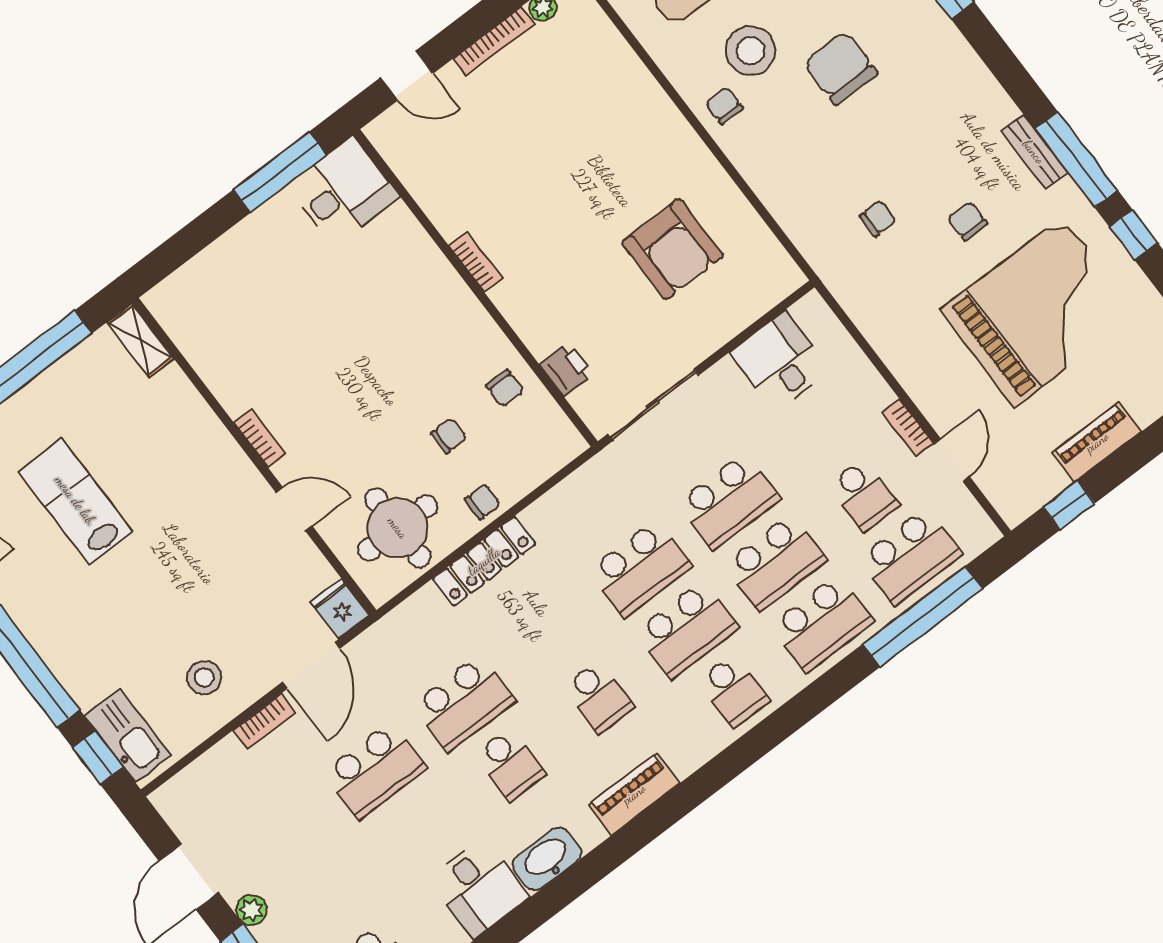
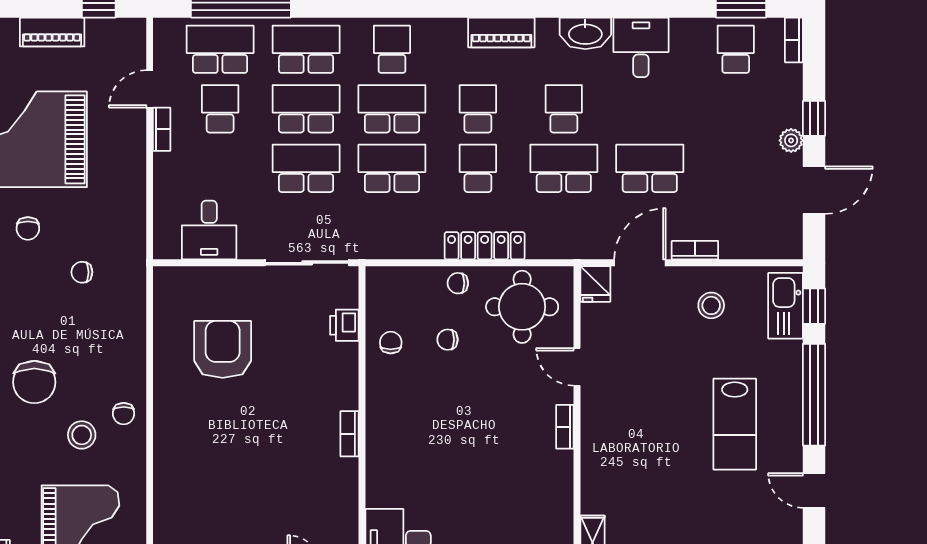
stool: (750, 51) -> (82, 435), width x0.73, depth x0.73
lab bench: (76, 501) -> (735, 424), moved
school desk: (552, 636) -> (478, 168), added

